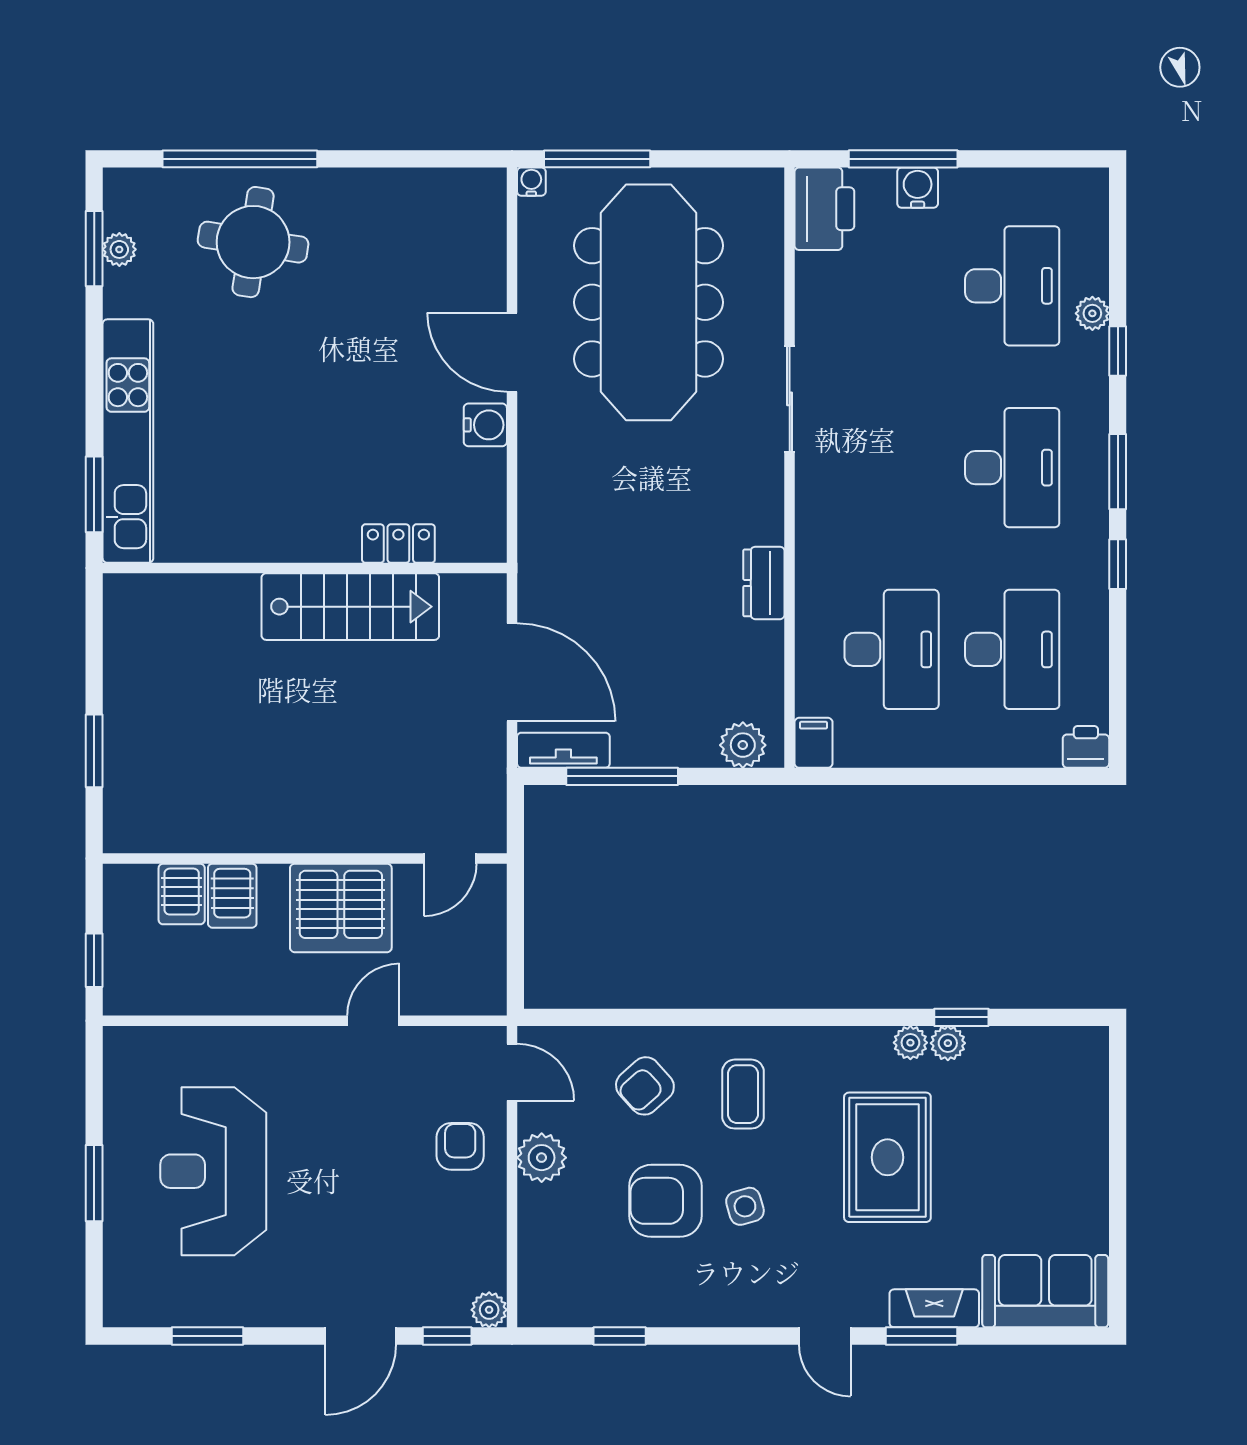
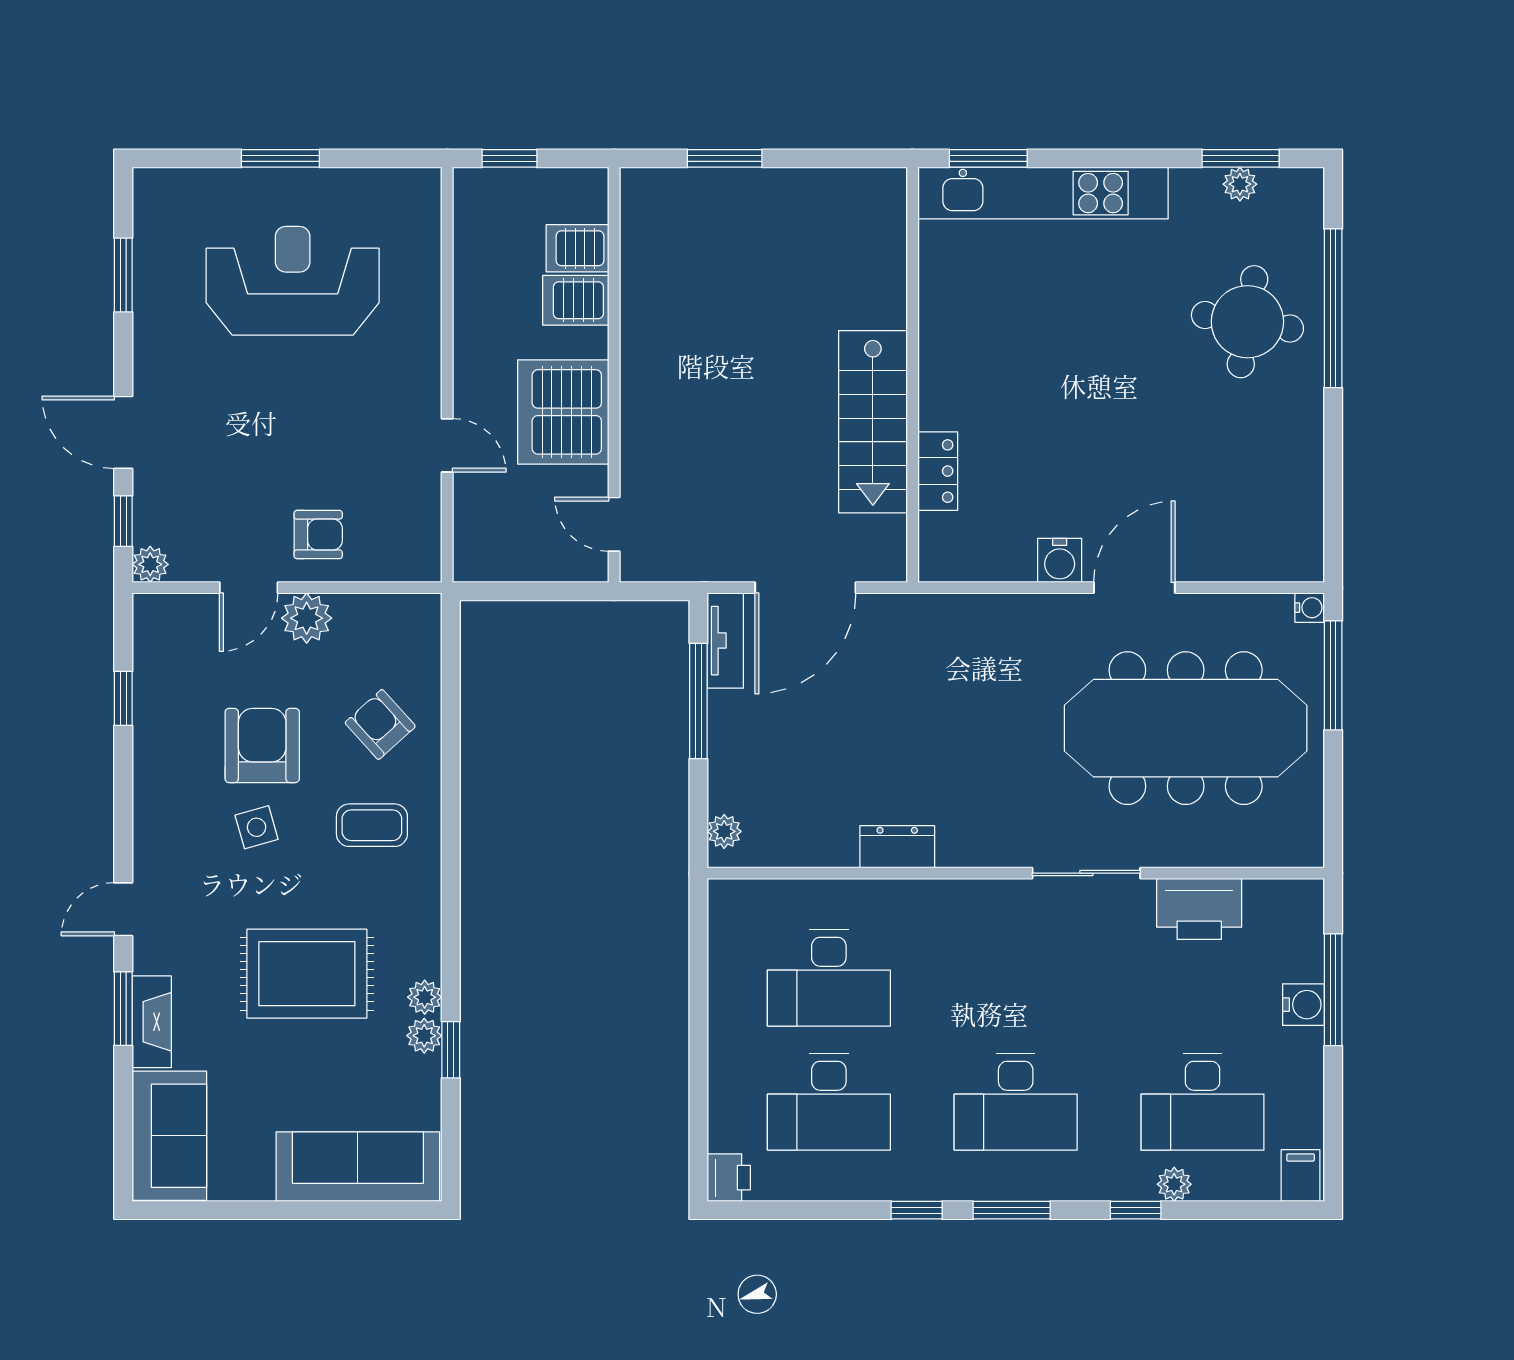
printer: (824, 209) -> (1199, 909), moved
filing cabinet: (814, 743) -> (1301, 1176), moved, turned -90
plant: (743, 745) -> (724, 831), width x0.73, depth x0.73
door: (512, 1072) -> (249, 588), moved
sofa: (1075, 1108) -> (358, 1167), added

